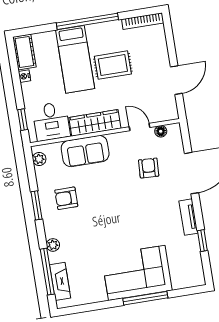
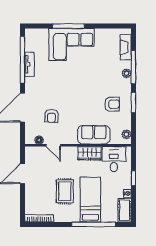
window: (87, 21) -> (93, 224), moved
rug: (113, 65) -> (65, 191), turned 90
window: (23, 120) -> (133, 178), moved
wardrobe: (95, 123) -> (90, 153), width x0.67
tv unit: (188, 217) -> (30, 64), moved
window: (202, 241) -> (22, 60), width x3.17
window: (47, 272) -> (133, 67), moved

